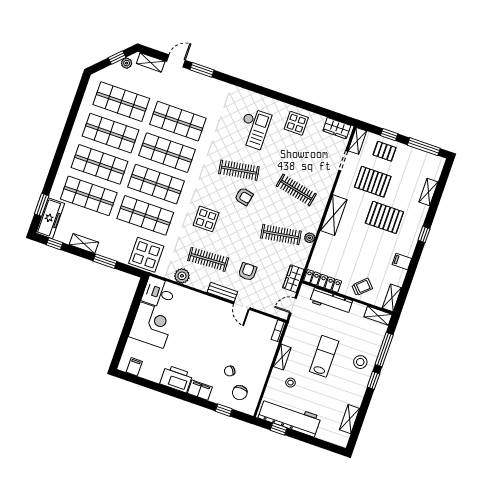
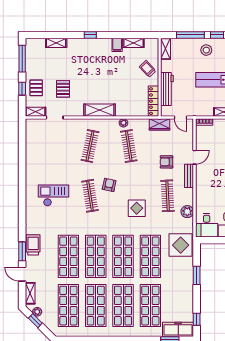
trolley: (205, 85) -> (33, 245), added
display table: (296, 123) -> (38, 164), removed
wardrobe: (337, 128) -> (31, 131), removed
pallet: (373, 182) -> (63, 89), width x0.67, depth x0.71
pallet: (384, 217) -> (88, 70), removed
shelving: (84, 243) -> (189, 296), removed
shelving: (392, 298) -> (133, 43), moved

